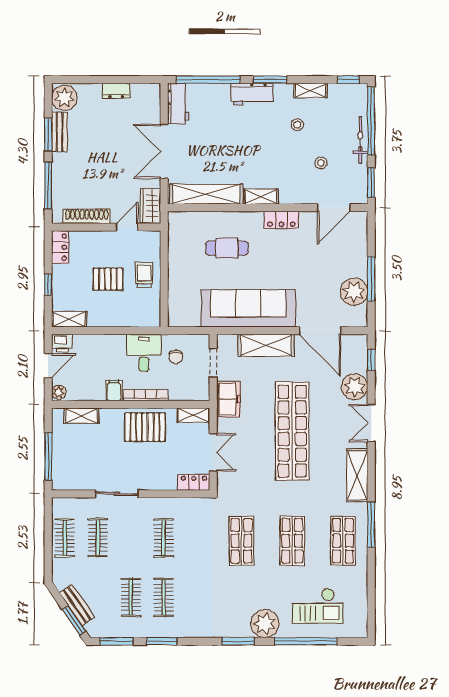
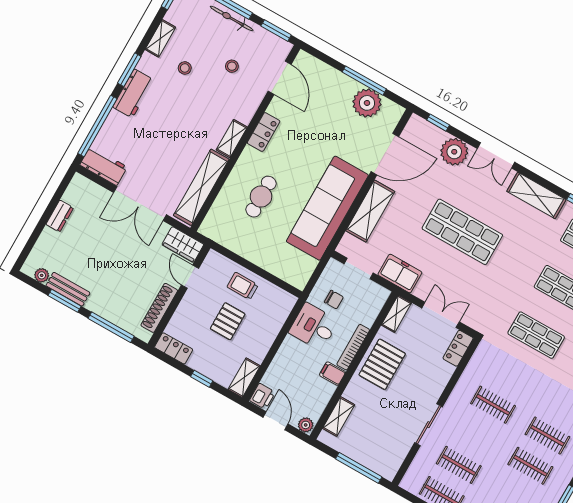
plant: (64, 98) -> (42, 275), width x0.53, depth x0.53
shop shelf: (292, 431) -> (462, 232), width x0.71

